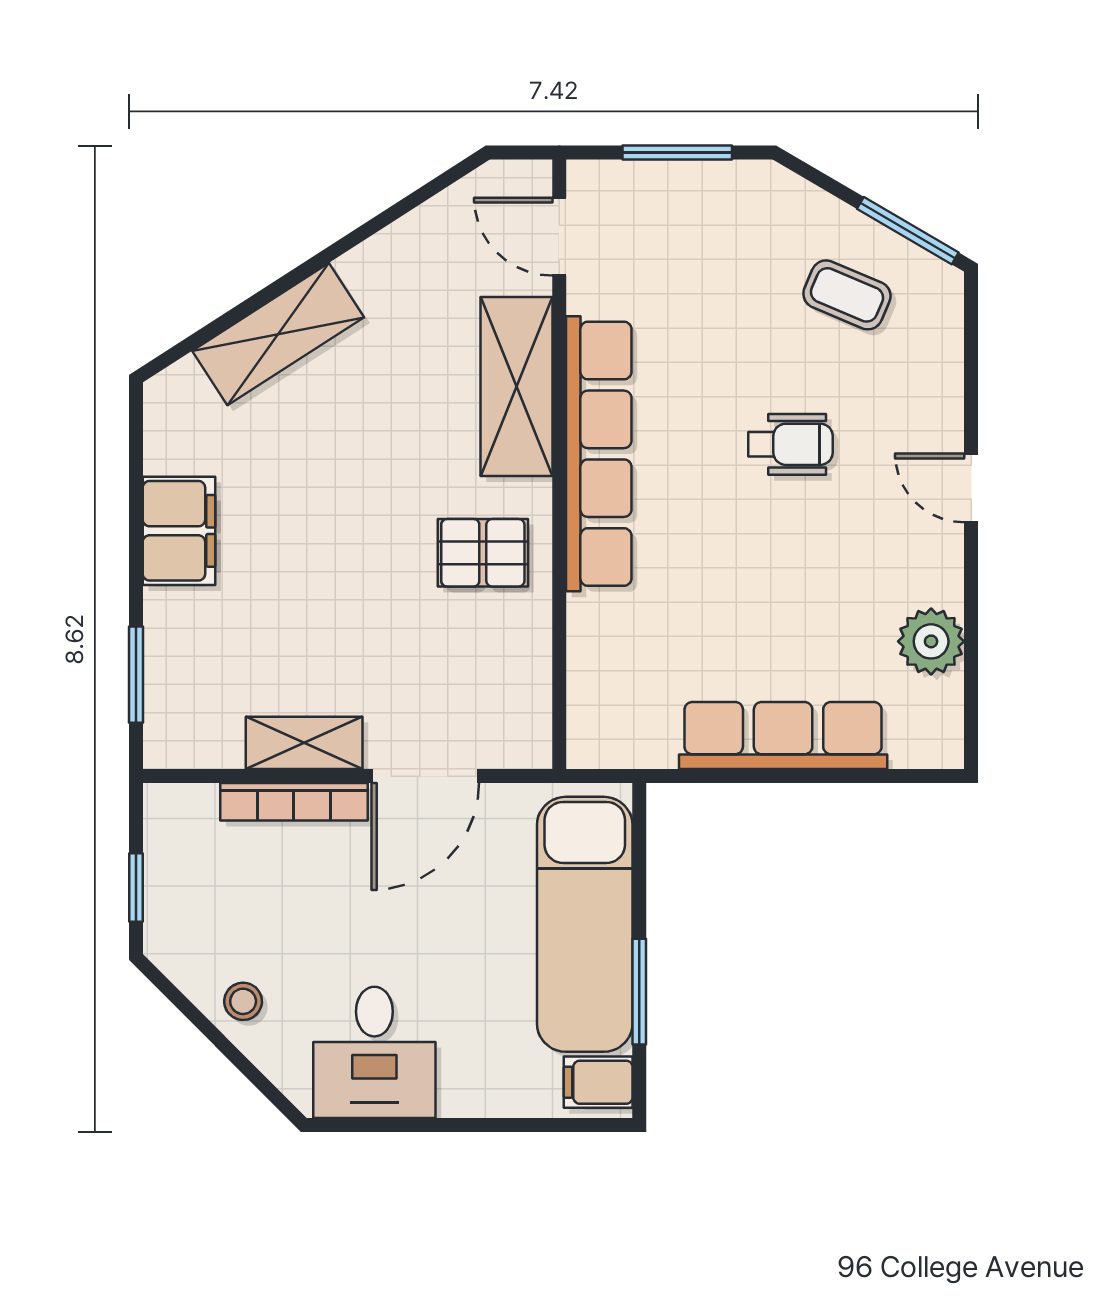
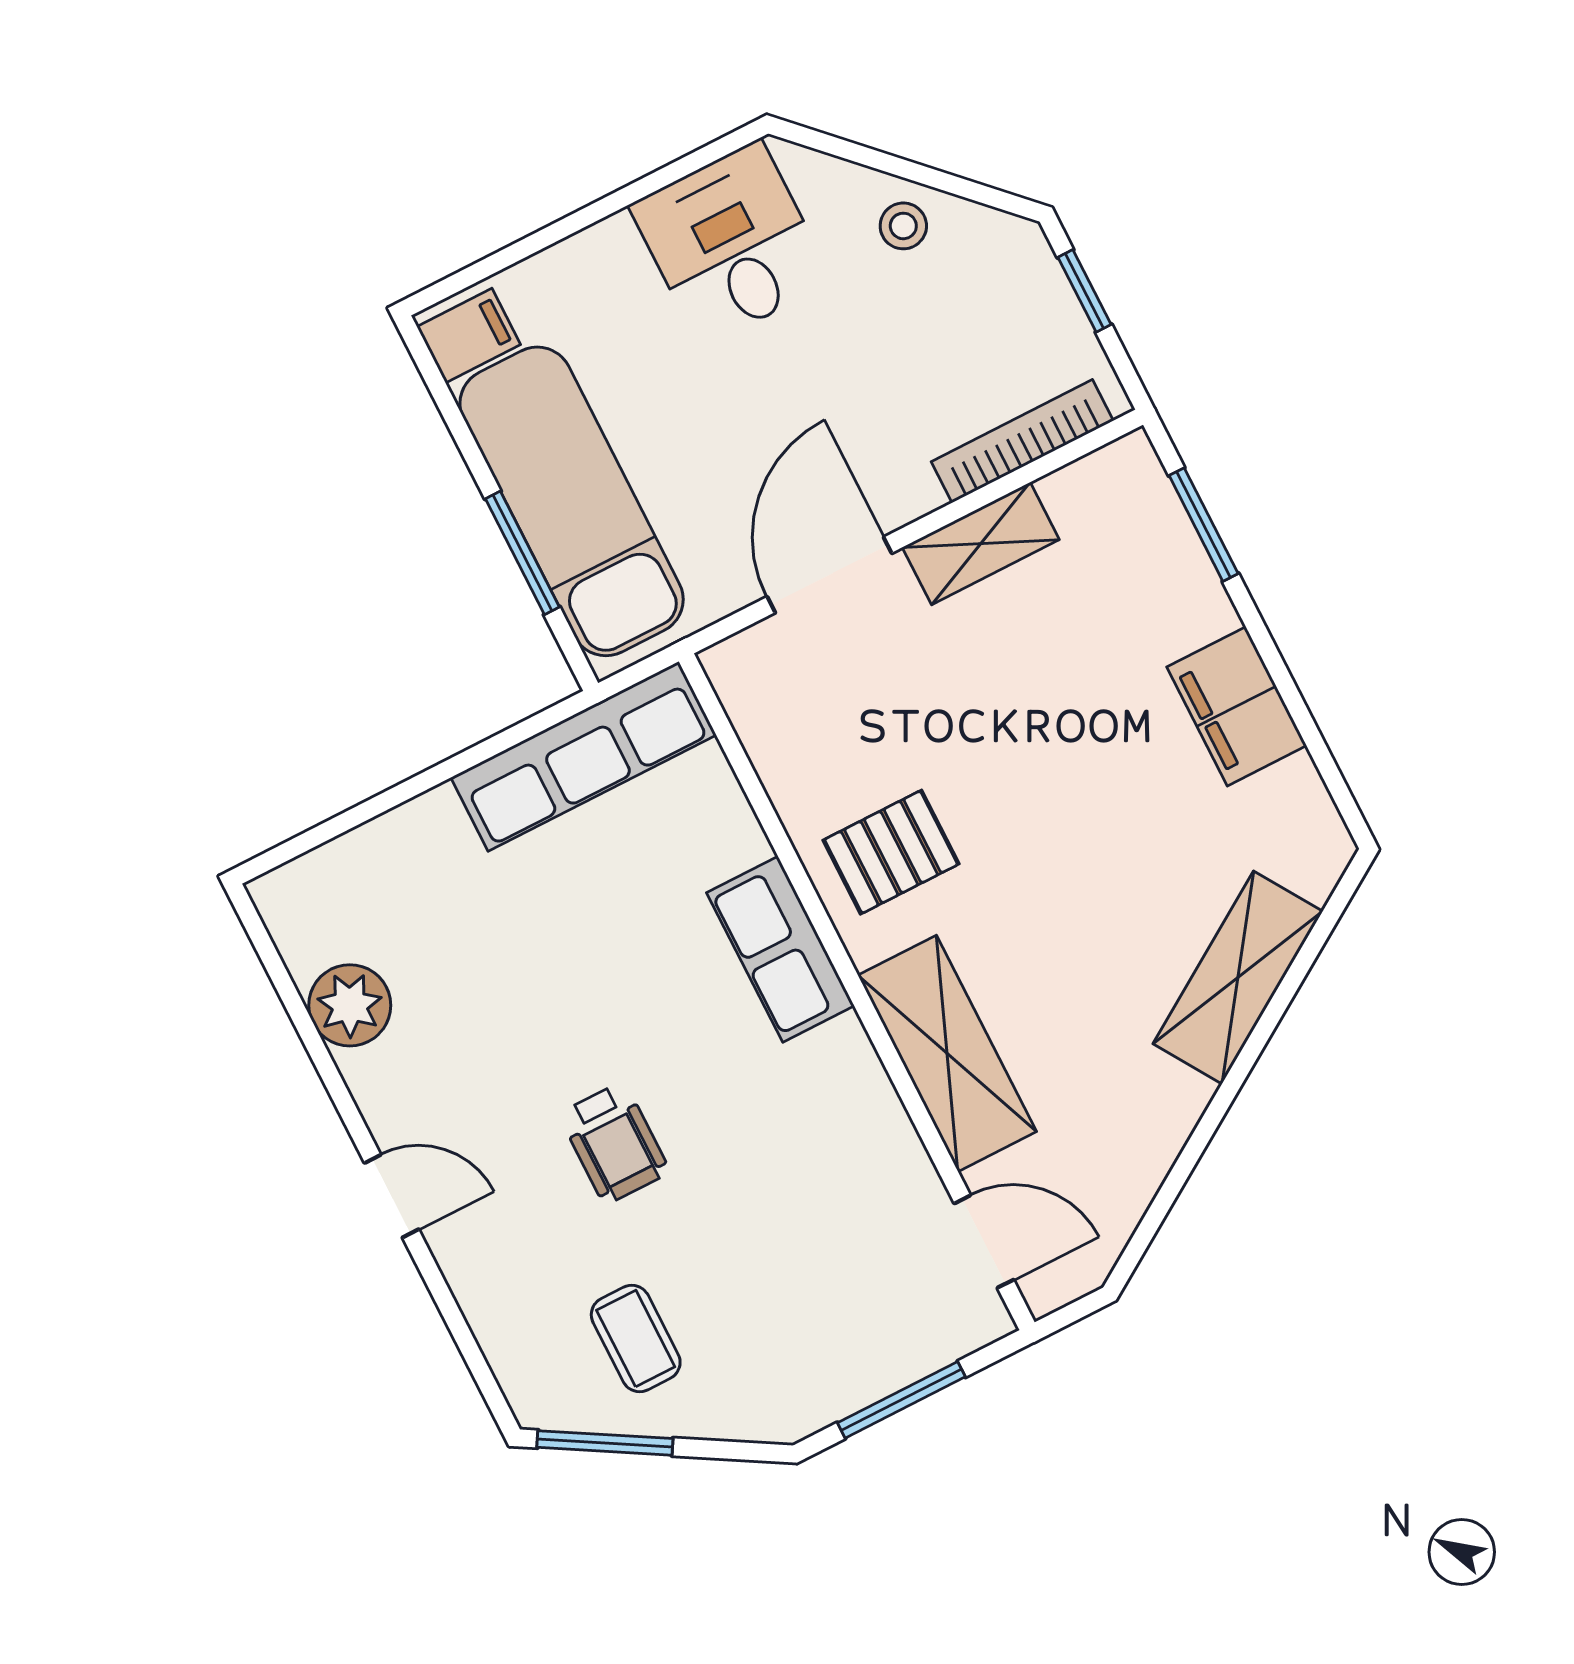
coffee table: (847, 295) -> (636, 1339), turned 67
wheelchair: (790, 444) -> (614, 1143), turned -90
row of seats: (599, 454) -> (780, 949), width x0.50
row of seats: (783, 736) -> (583, 756), moved
bookcase: (294, 802) -> (1022, 441), moved
window: (639, 992) -> (522, 553), moved

